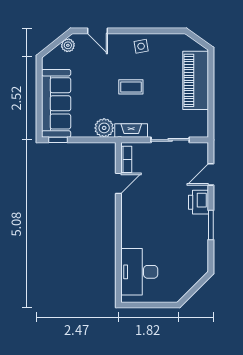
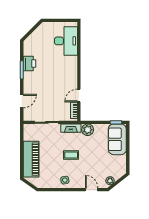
sofa: (56, 103) -> (117, 139), width x0.73
printer: (198, 202) -> (29, 64), moved

